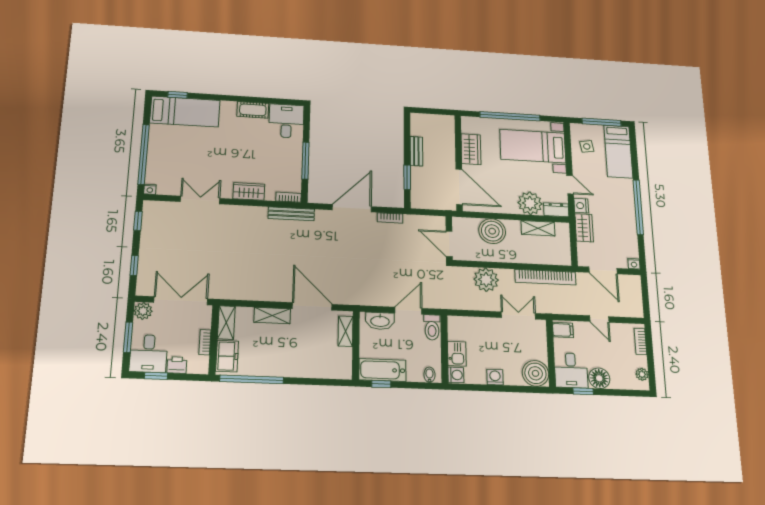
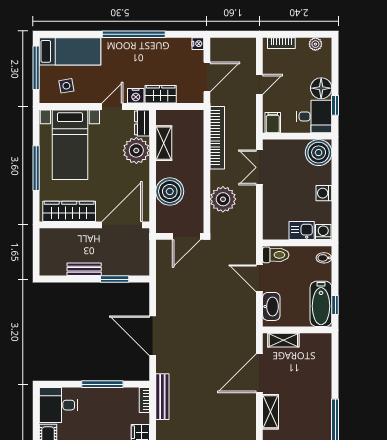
window: (510, 116) -> (36, 168), width x0.68
wardrobe: (471, 149) -> (69, 211), width x1.50
bookcase: (390, 218) -> (161, 297), removed

